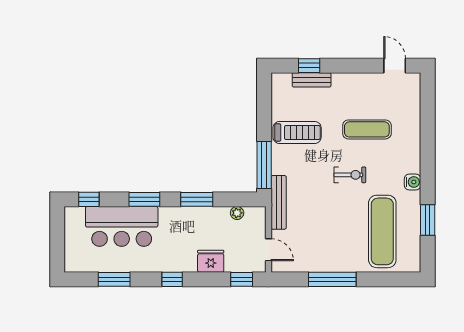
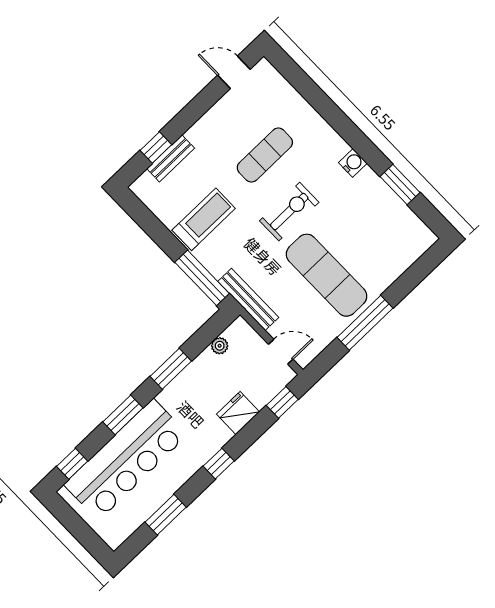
exercise bike: (350, 175) -> (289, 212), width x1.38, depth x1.39
bar counter: (122, 226) -> (126, 460), width x1.36
exercise mat: (382, 231) -> (327, 275), moved

